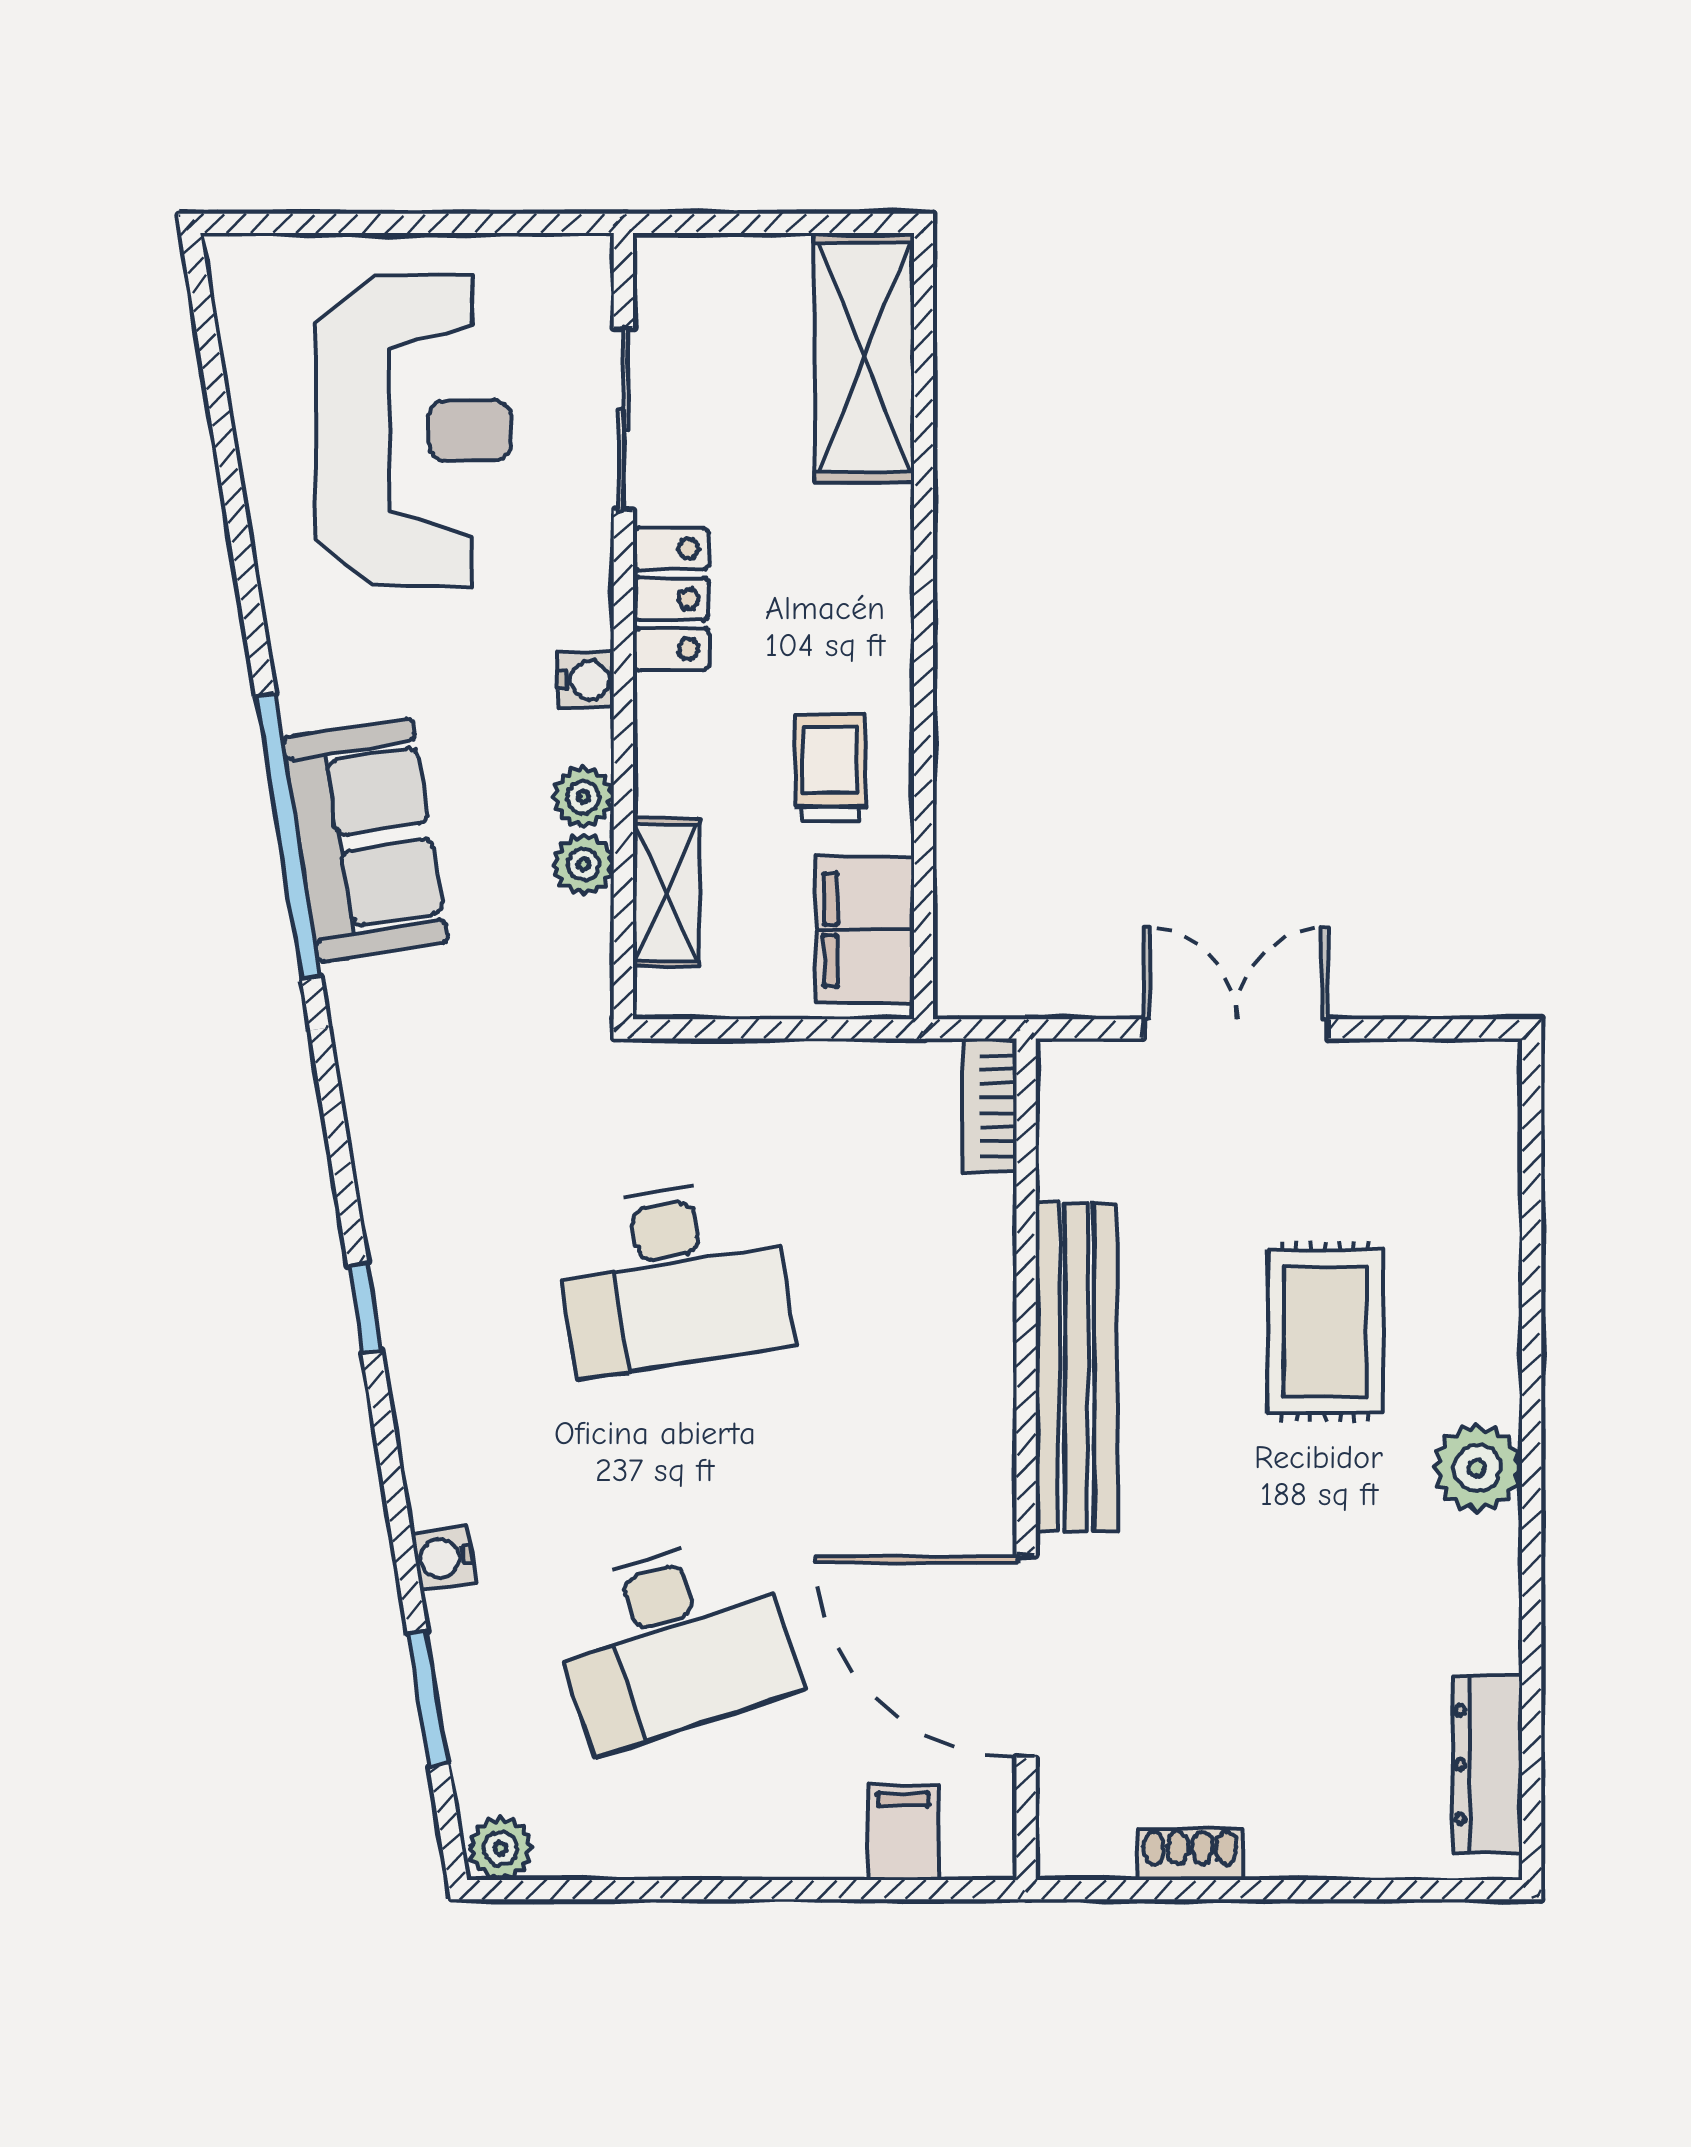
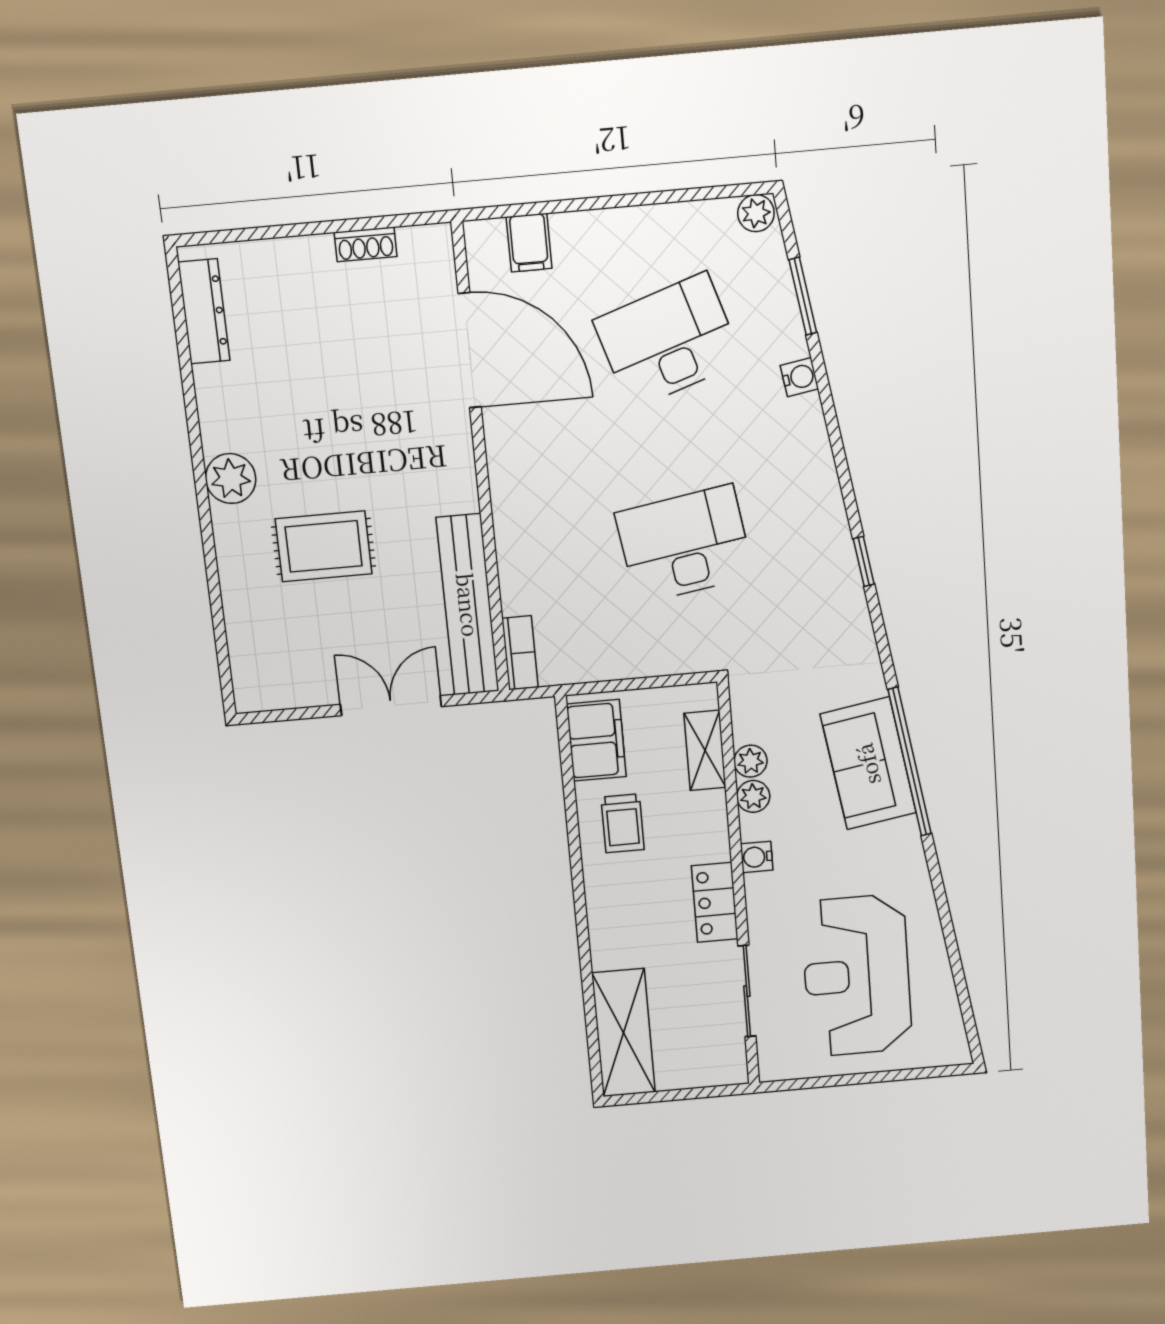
double door: (1236, 1029) -> (391, 706), swing flipped
window: (365, 1308) -> (864, 561), moved
rug: (1325, 1332) -> (324, 546), turned 90
bench: (1076, 1367) -> (468, 605), moved

